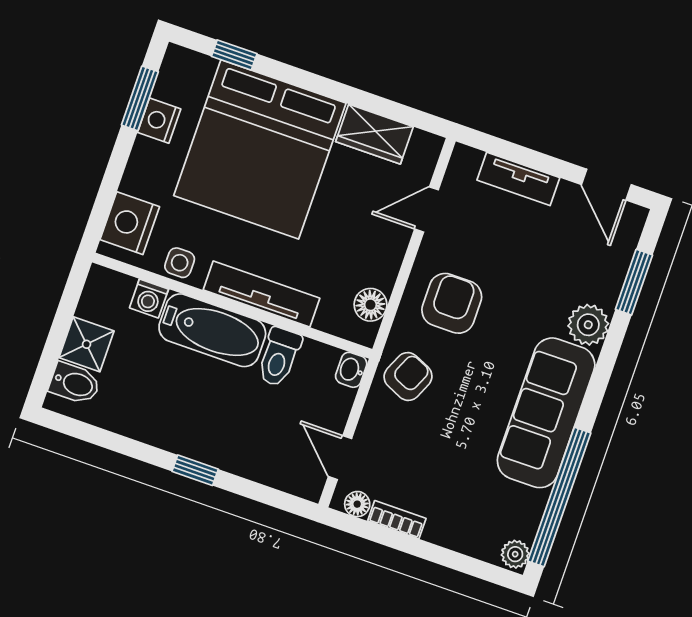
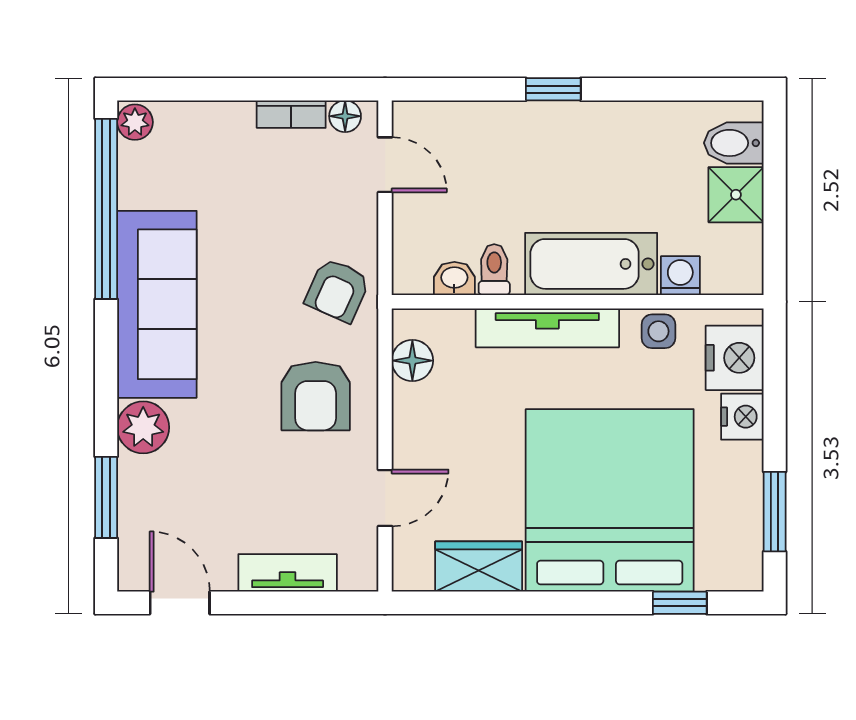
nightstand: (159, 121) -> (742, 417), moved
toilet: (279, 357) -> (494, 270), width x0.73, depth x0.72
washbasin: (351, 370) -> (454, 278), moved, turned -90

